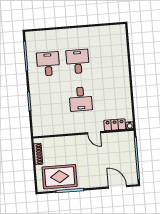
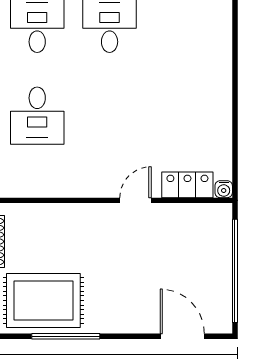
desk: (81, 99) -> (37, 116), moved
door: (94, 133) -> (136, 200), swing flipped

